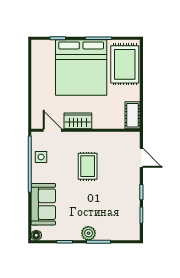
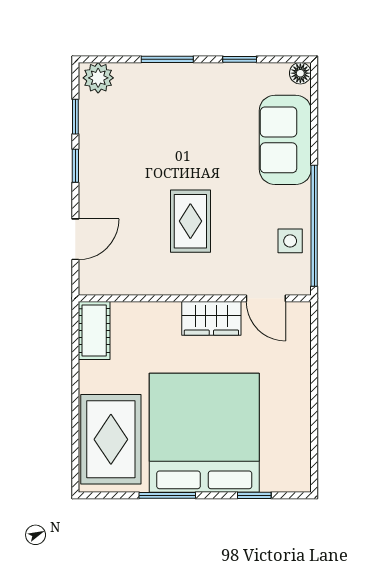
door: (141, 158) -> (75, 239), swing flipped
plant: (88, 233) -> (98, 78), moved

